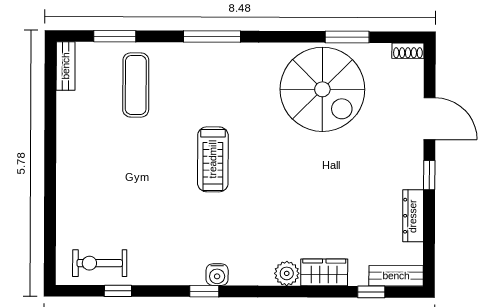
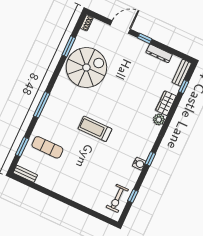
treadmill: (213, 159) -> (95, 129), turned 180
water cooler: (217, 275) -> (139, 164), moved

